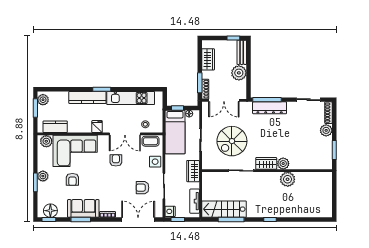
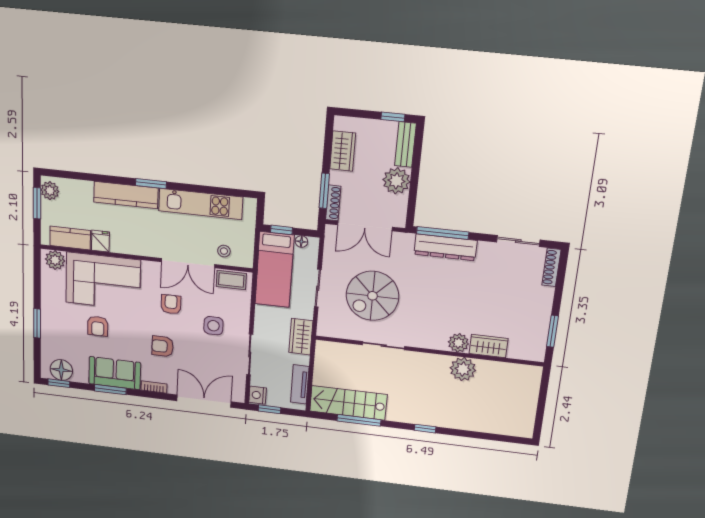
fridge: (97, 127) -> (100, 241), moved
plant: (326, 130) -> (543, 297), removed
side table: (155, 162) -> (213, 326), moved
wardrobe: (266, 163) -> (488, 346), moved
plant: (43, 176) -> (49, 315), removed
armchair: (142, 188) -> (163, 346), moved

